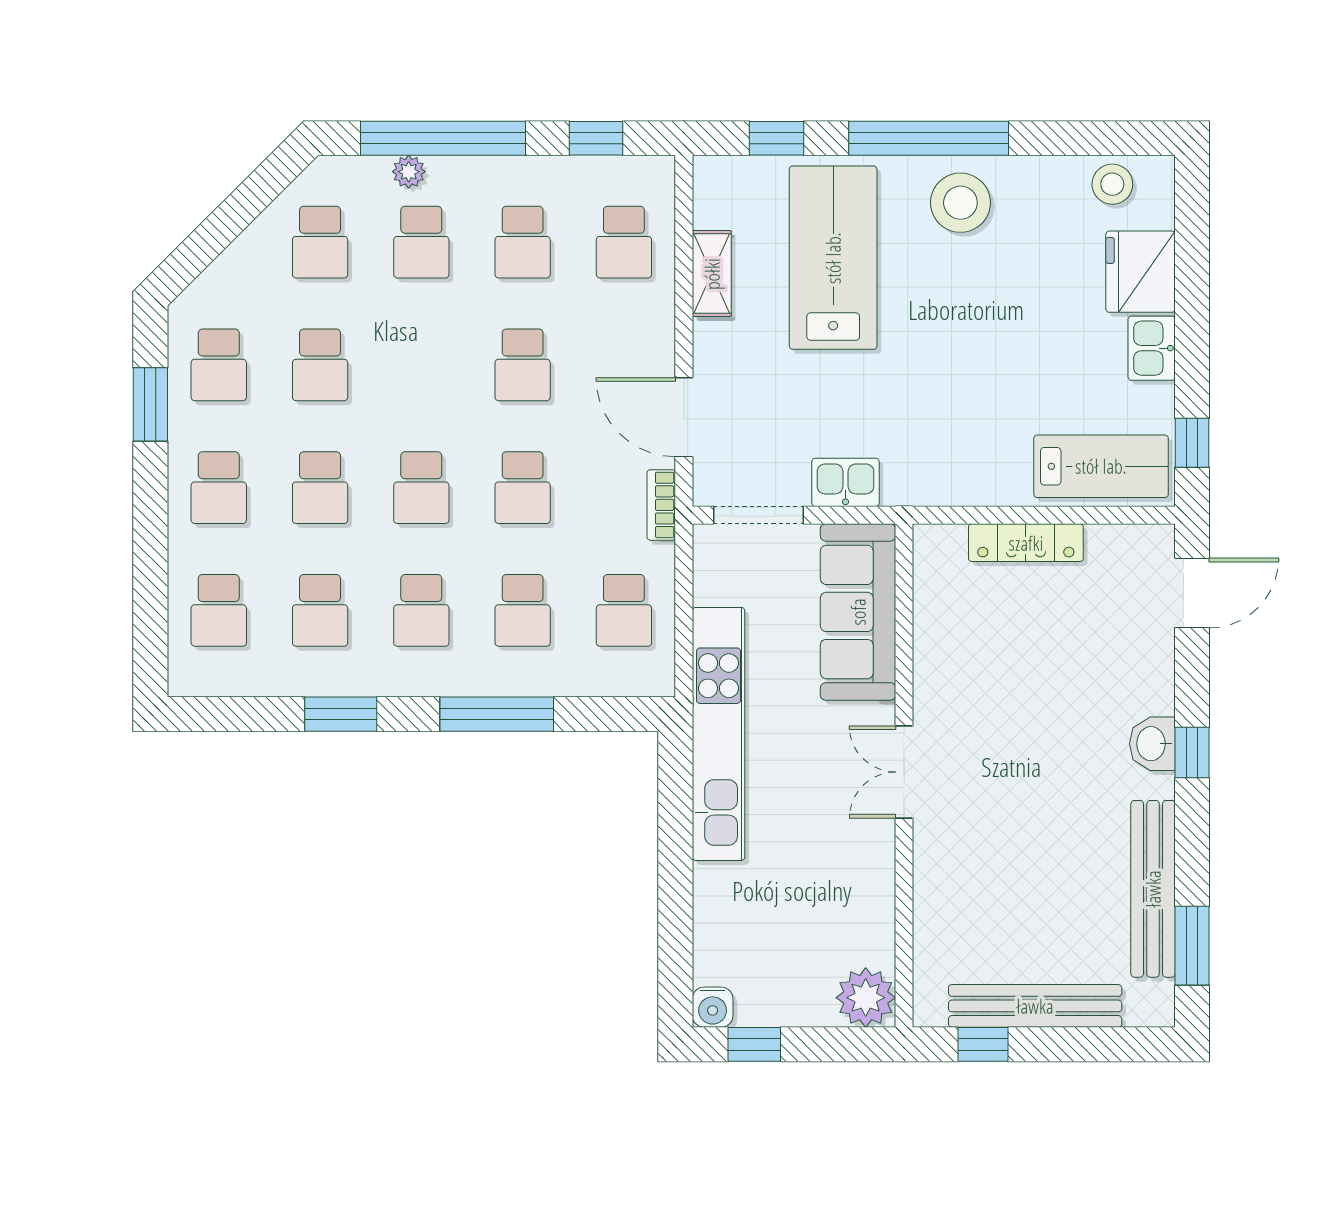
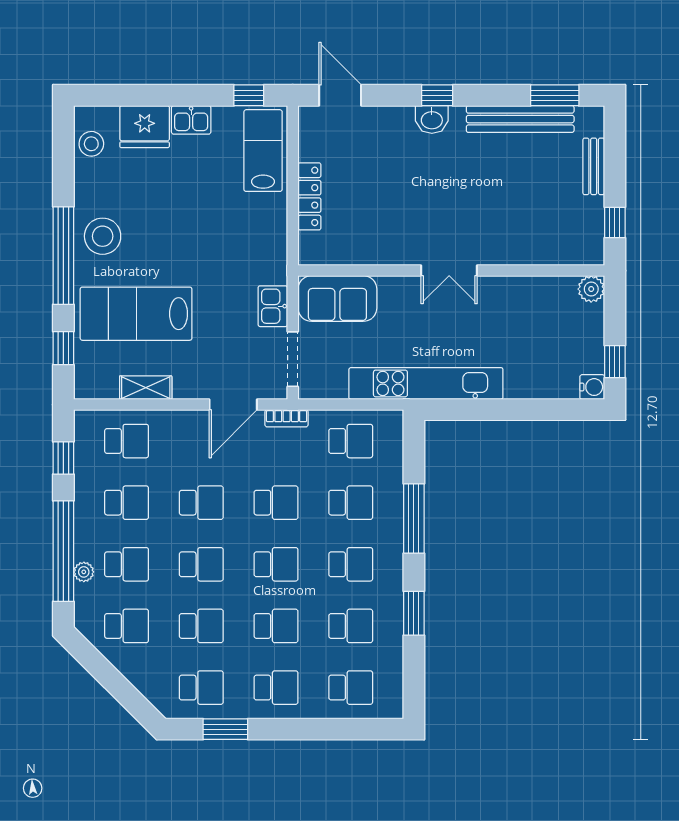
school desk: (421, 365) -> (201, 564), added
sofa: (858, 612) -> (337, 299), width x0.73
plant: (866, 998) -> (591, 289), width x0.73, depth x0.73
bench: (1035, 1006) -> (594, 166), width x0.54, depth x0.82

